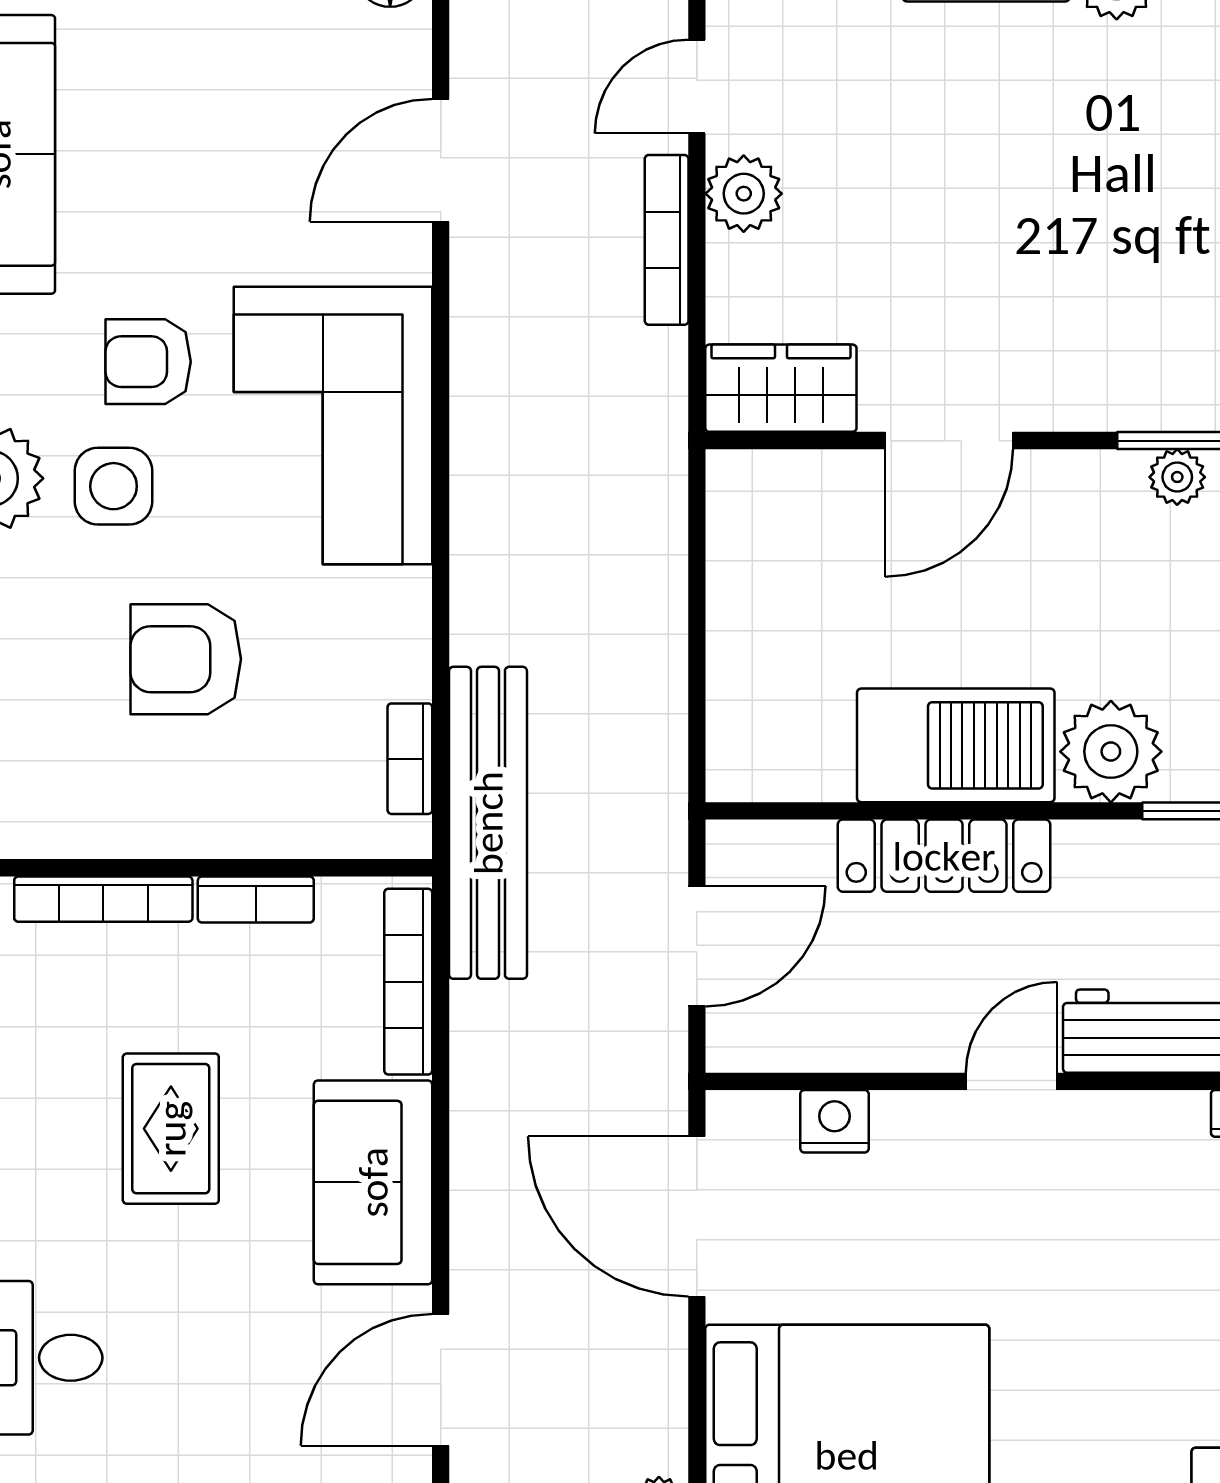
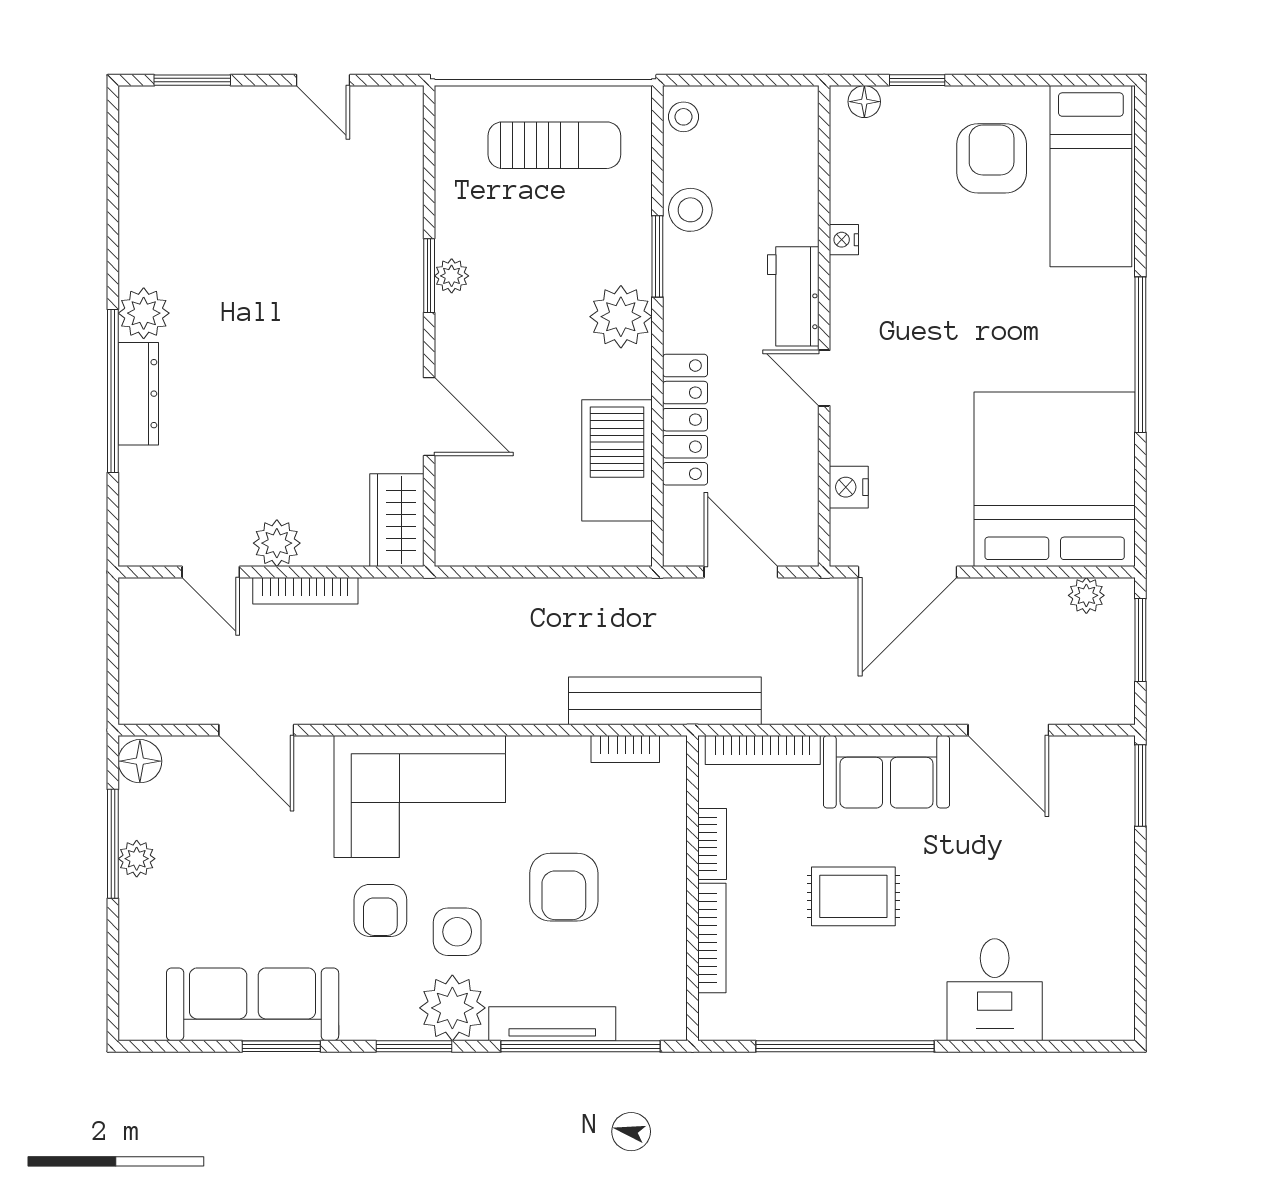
barbecue: (956, 745) -> (617, 460), moved

